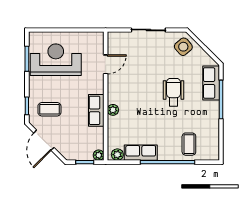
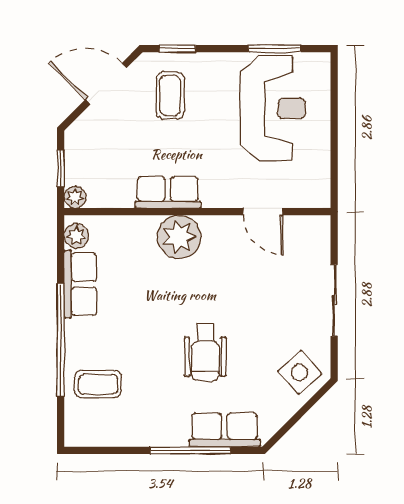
wheelchair: (174, 92) -> (205, 352), turned 90
plant: (113, 110) -> (179, 237), width x1.88, depth x1.88

